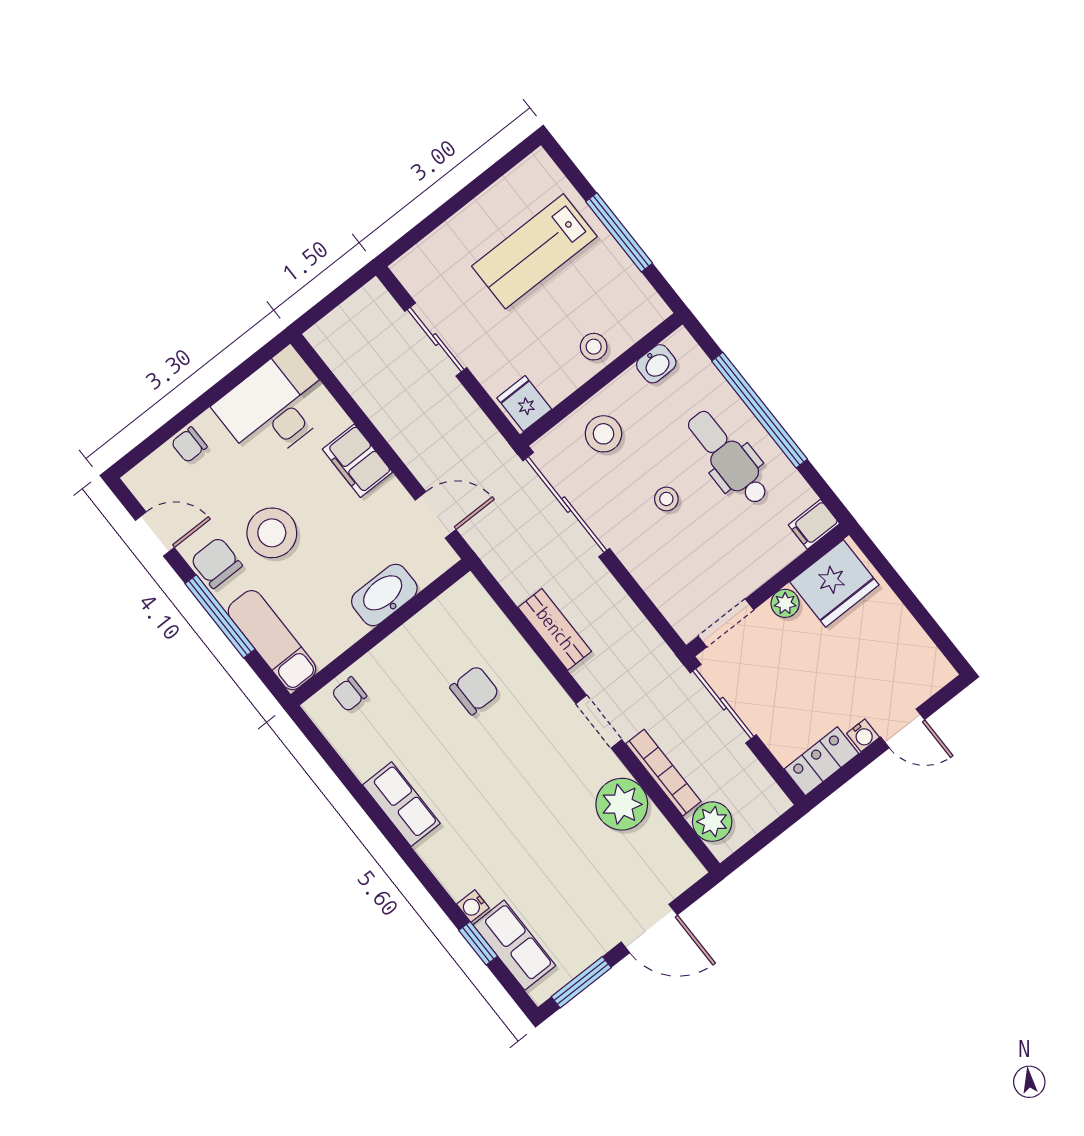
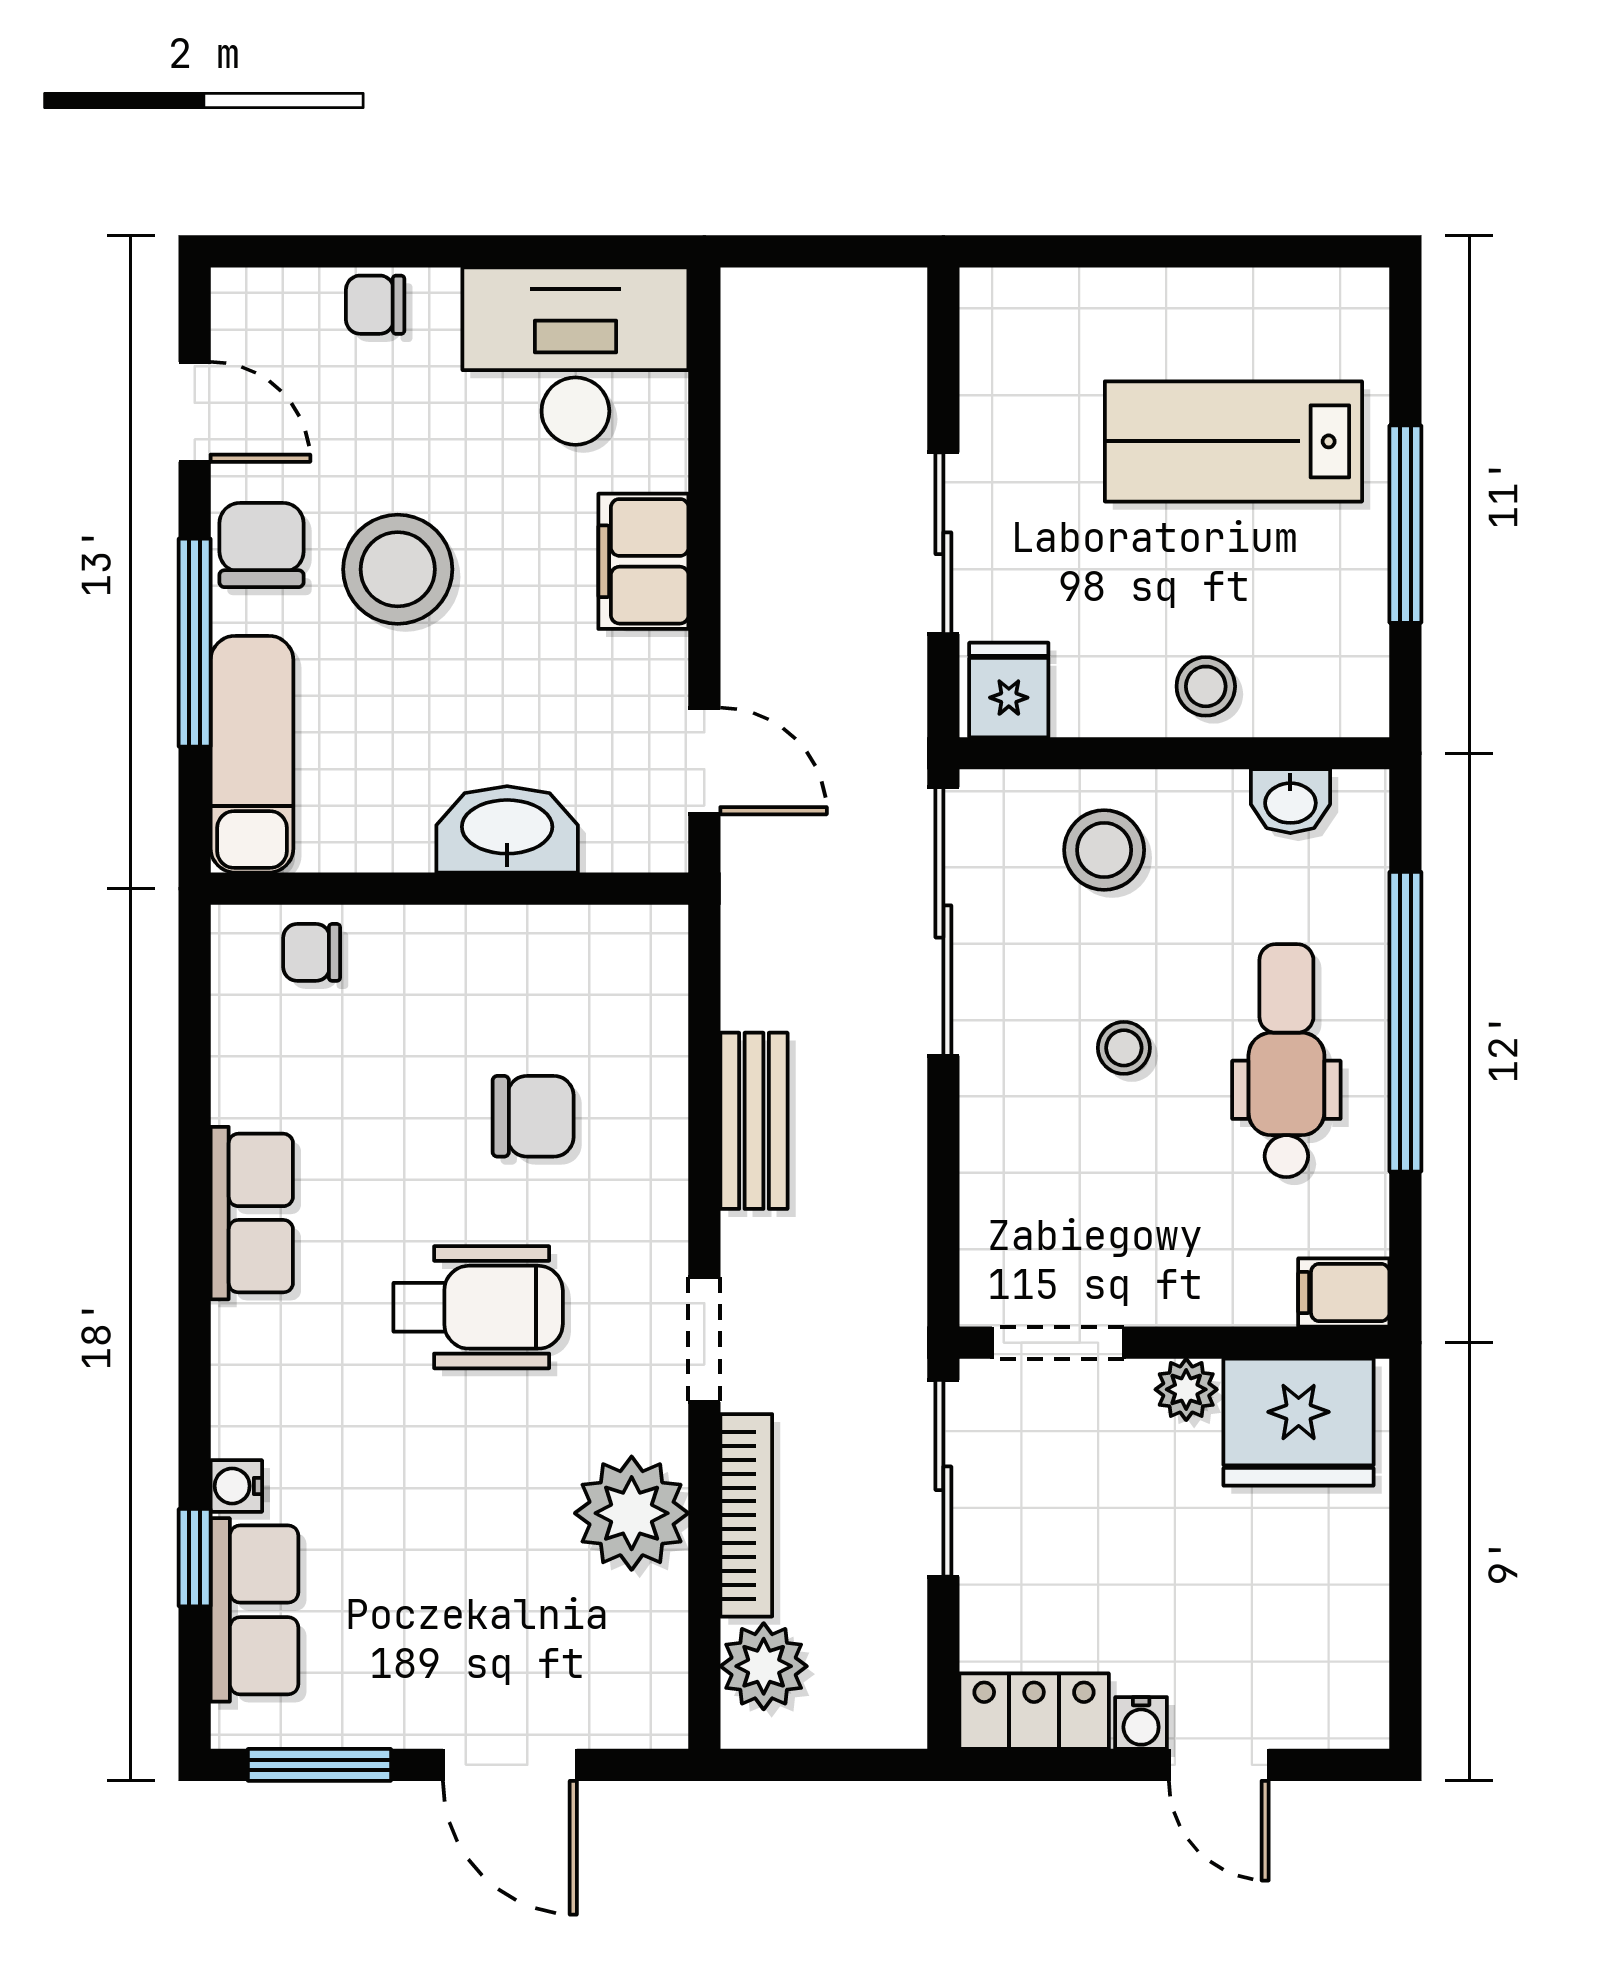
sliding door: (436, 340) -> (943, 543), moved
wheelchair: (509, 774) -> (478, 1307), added

